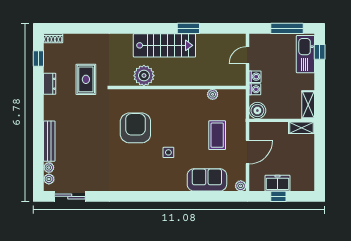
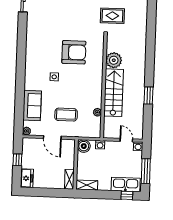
stairs: (164, 45) -> (114, 93), moved, turned 180
washing machine: (255, 77) -> (138, 146), moved
freezer: (277, 183) -> (27, 178), moved

